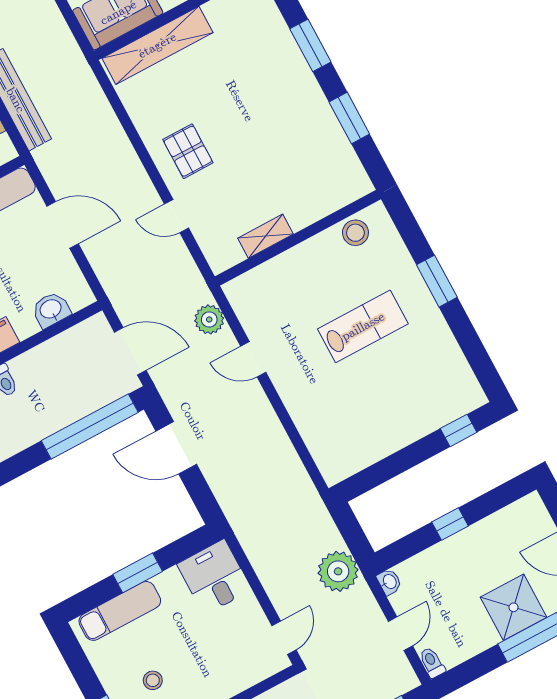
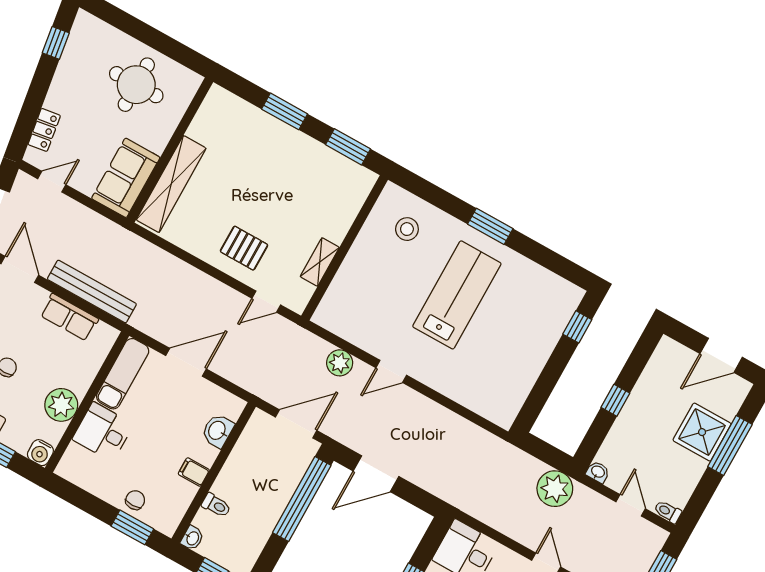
shelving: (265, 236) -> (320, 262), moved
wall: (298, 238) -> (345, 248), moved
lab bench: (363, 326) -> (457, 295), width x1.36, depth x1.39

